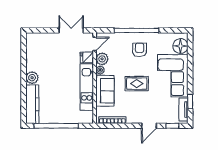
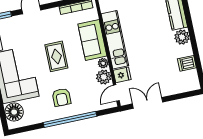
double door: (71, 30) -> (148, 103), swing flipped
dishwasher: (33, 56) -> (187, 63), added
rug: (137, 84) -> (56, 56), turned 90

